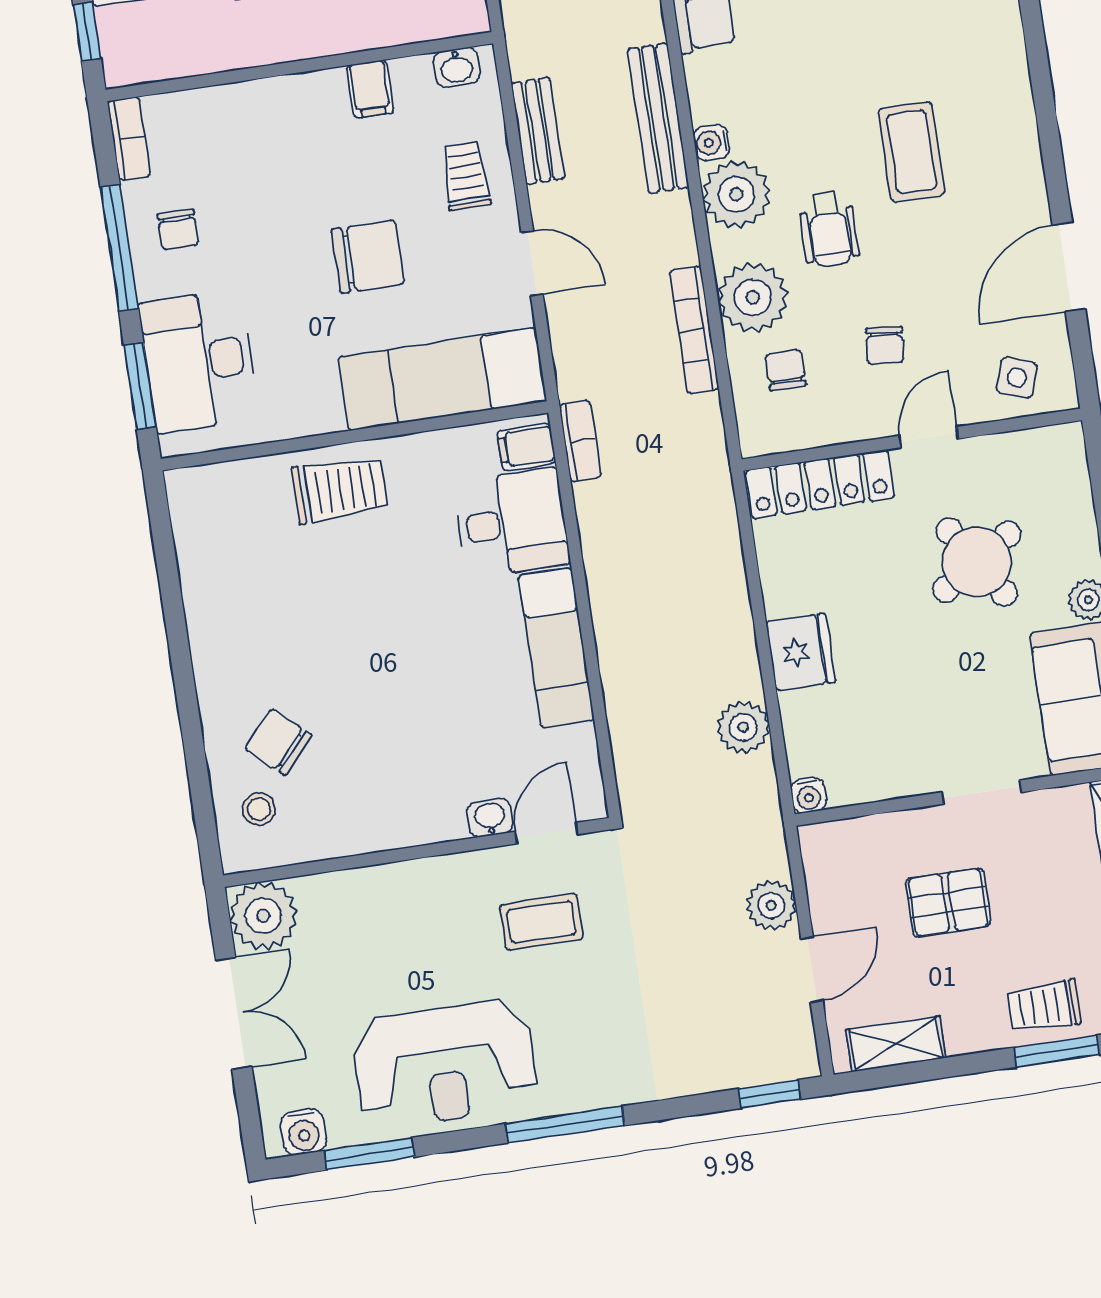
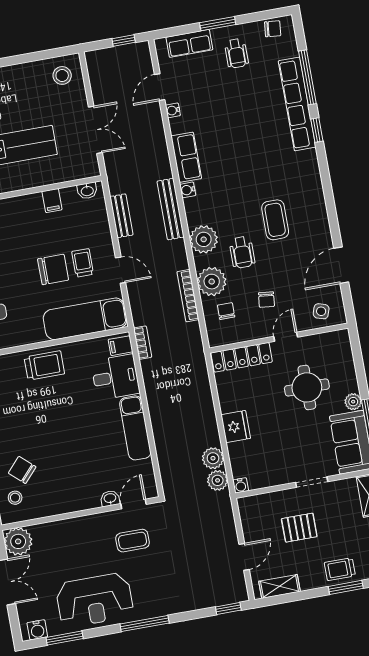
water cooler: (711, 142) -> (188, 190), moved
trolley: (466, 176) -> (83, 263), moved
round table: (977, 562) -> (307, 387), turned 33
plant: (771, 905) -> (218, 480), moved

